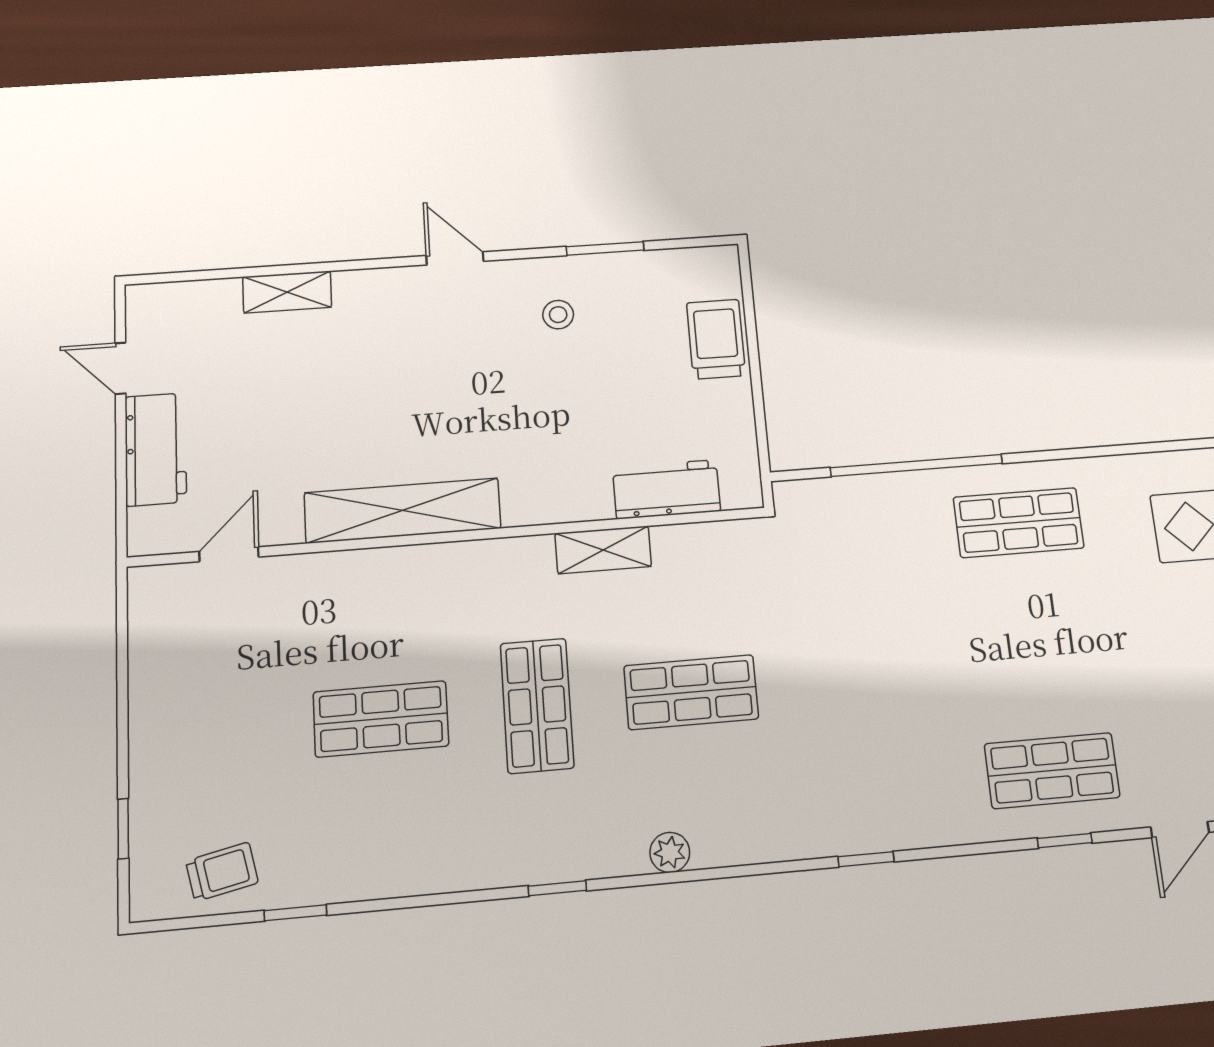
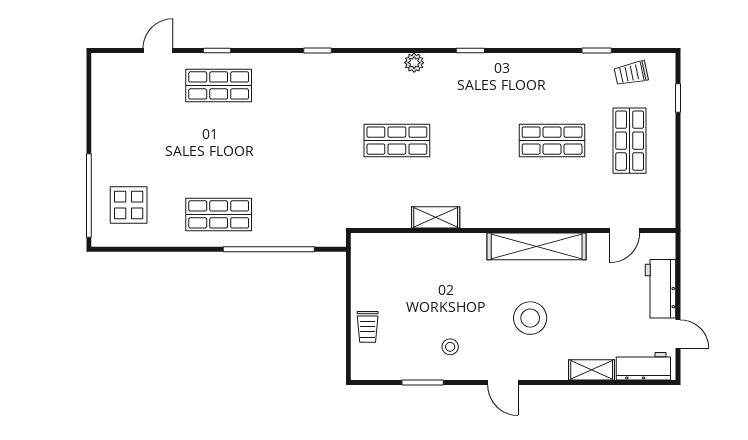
trolley: (716, 339) -> (368, 327), width x0.73, depth x0.72
stool: (409, 377) -> (530, 318), added
workbench: (667, 489) -> (643, 366), moved, turned 180
shop shelf: (537, 705) -> (630, 141), moved

